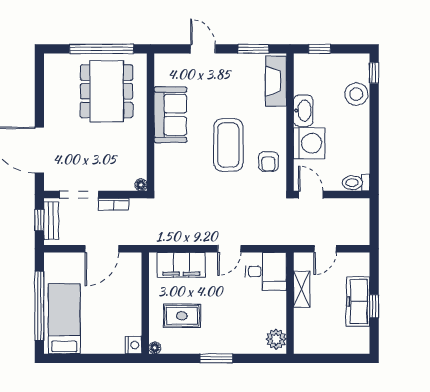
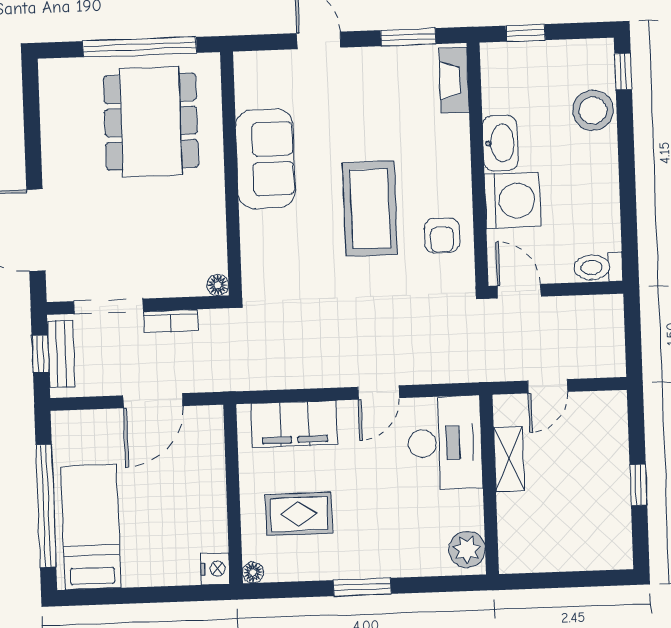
fireplace: (276, 81) -> (454, 80), width x0.73, depth x0.76
desk: (266, 271) -> (445, 443), width x1.37
freezer: (358, 301) -> (610, 477), removed

